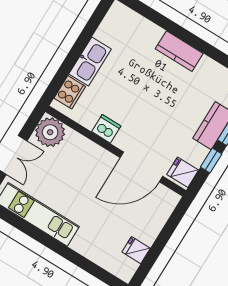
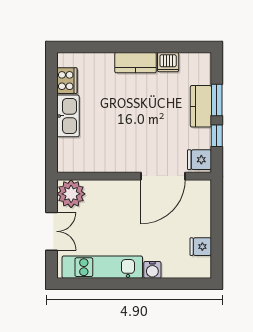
cooker: (70, 92) -> (67, 81), moved
dishwasher: (106, 129) -> (168, 62), moved, turned 180
water cooler: (81, 244) -> (152, 270), added

